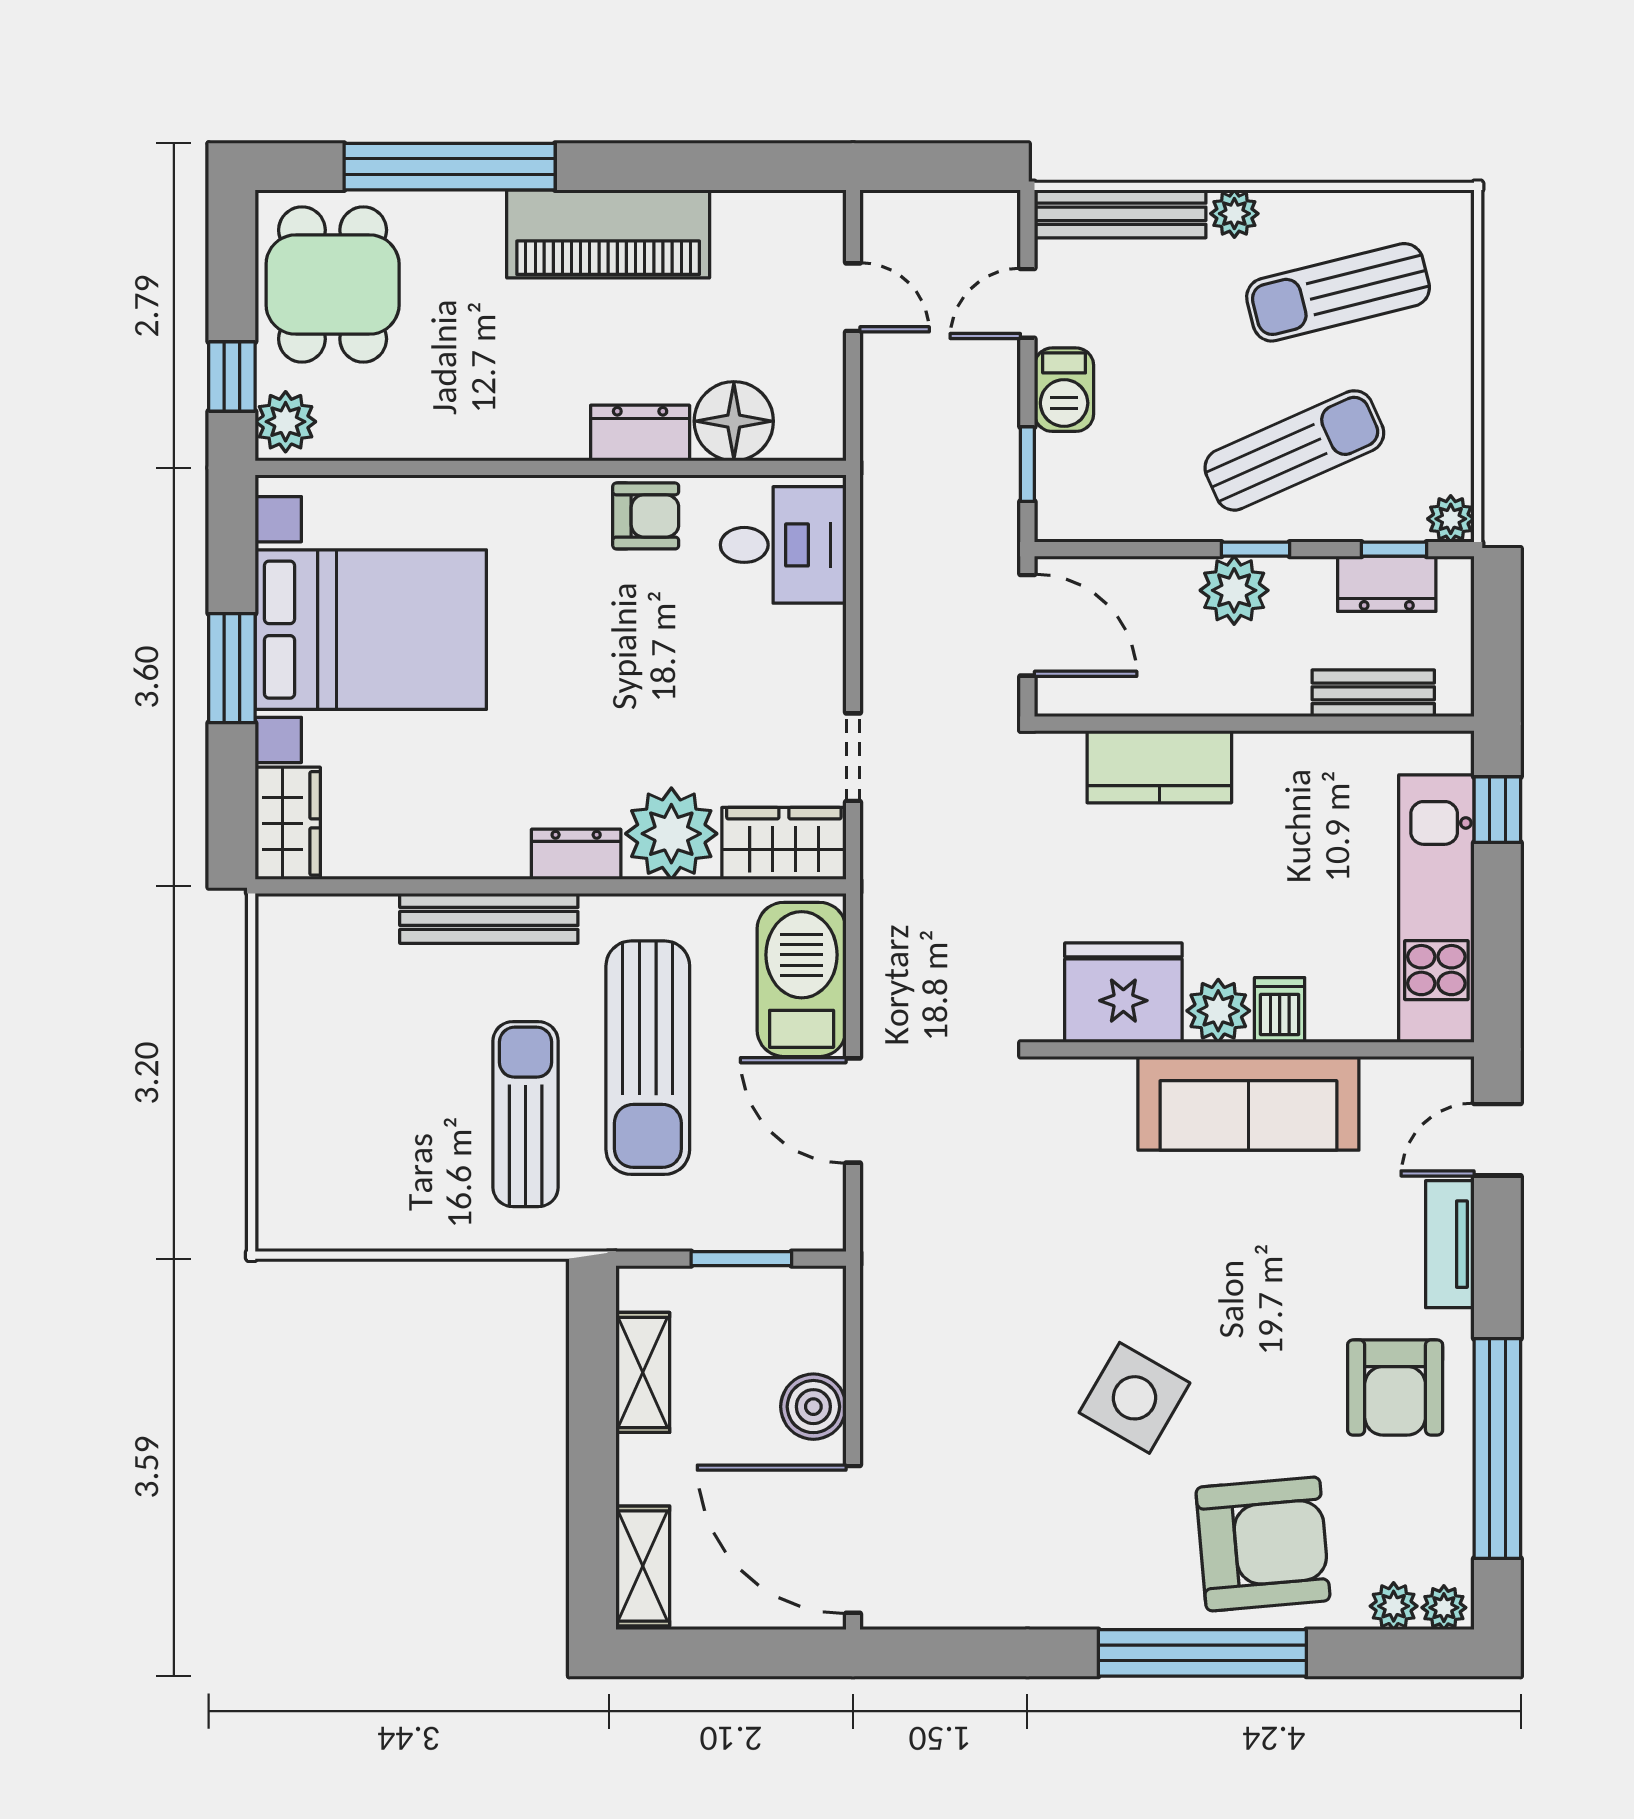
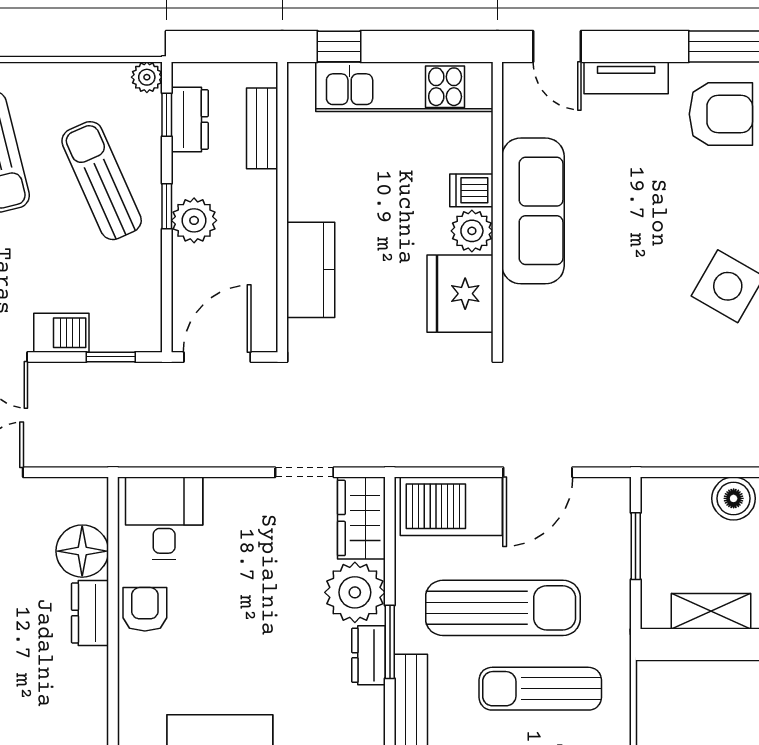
window: (596, 886) -> (390, 642), added

